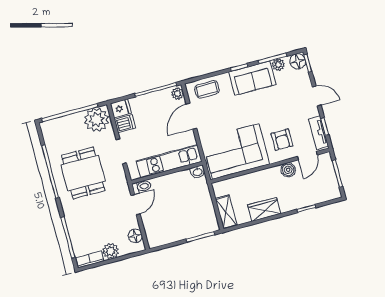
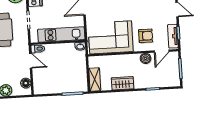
armchair: (282, 140) -> (146, 36), turned -90
door: (136, 205) -> (31, 61), hinge flipped

